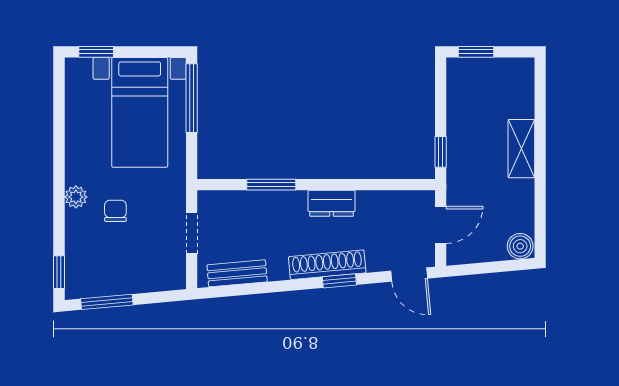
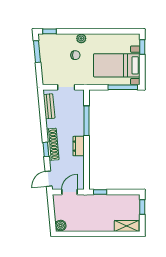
shelving: (521, 149) -> (127, 226), moved
window: (271, 185) -> (86, 121), width x1.44
door: (441, 225) -> (69, 192), swing flipped

